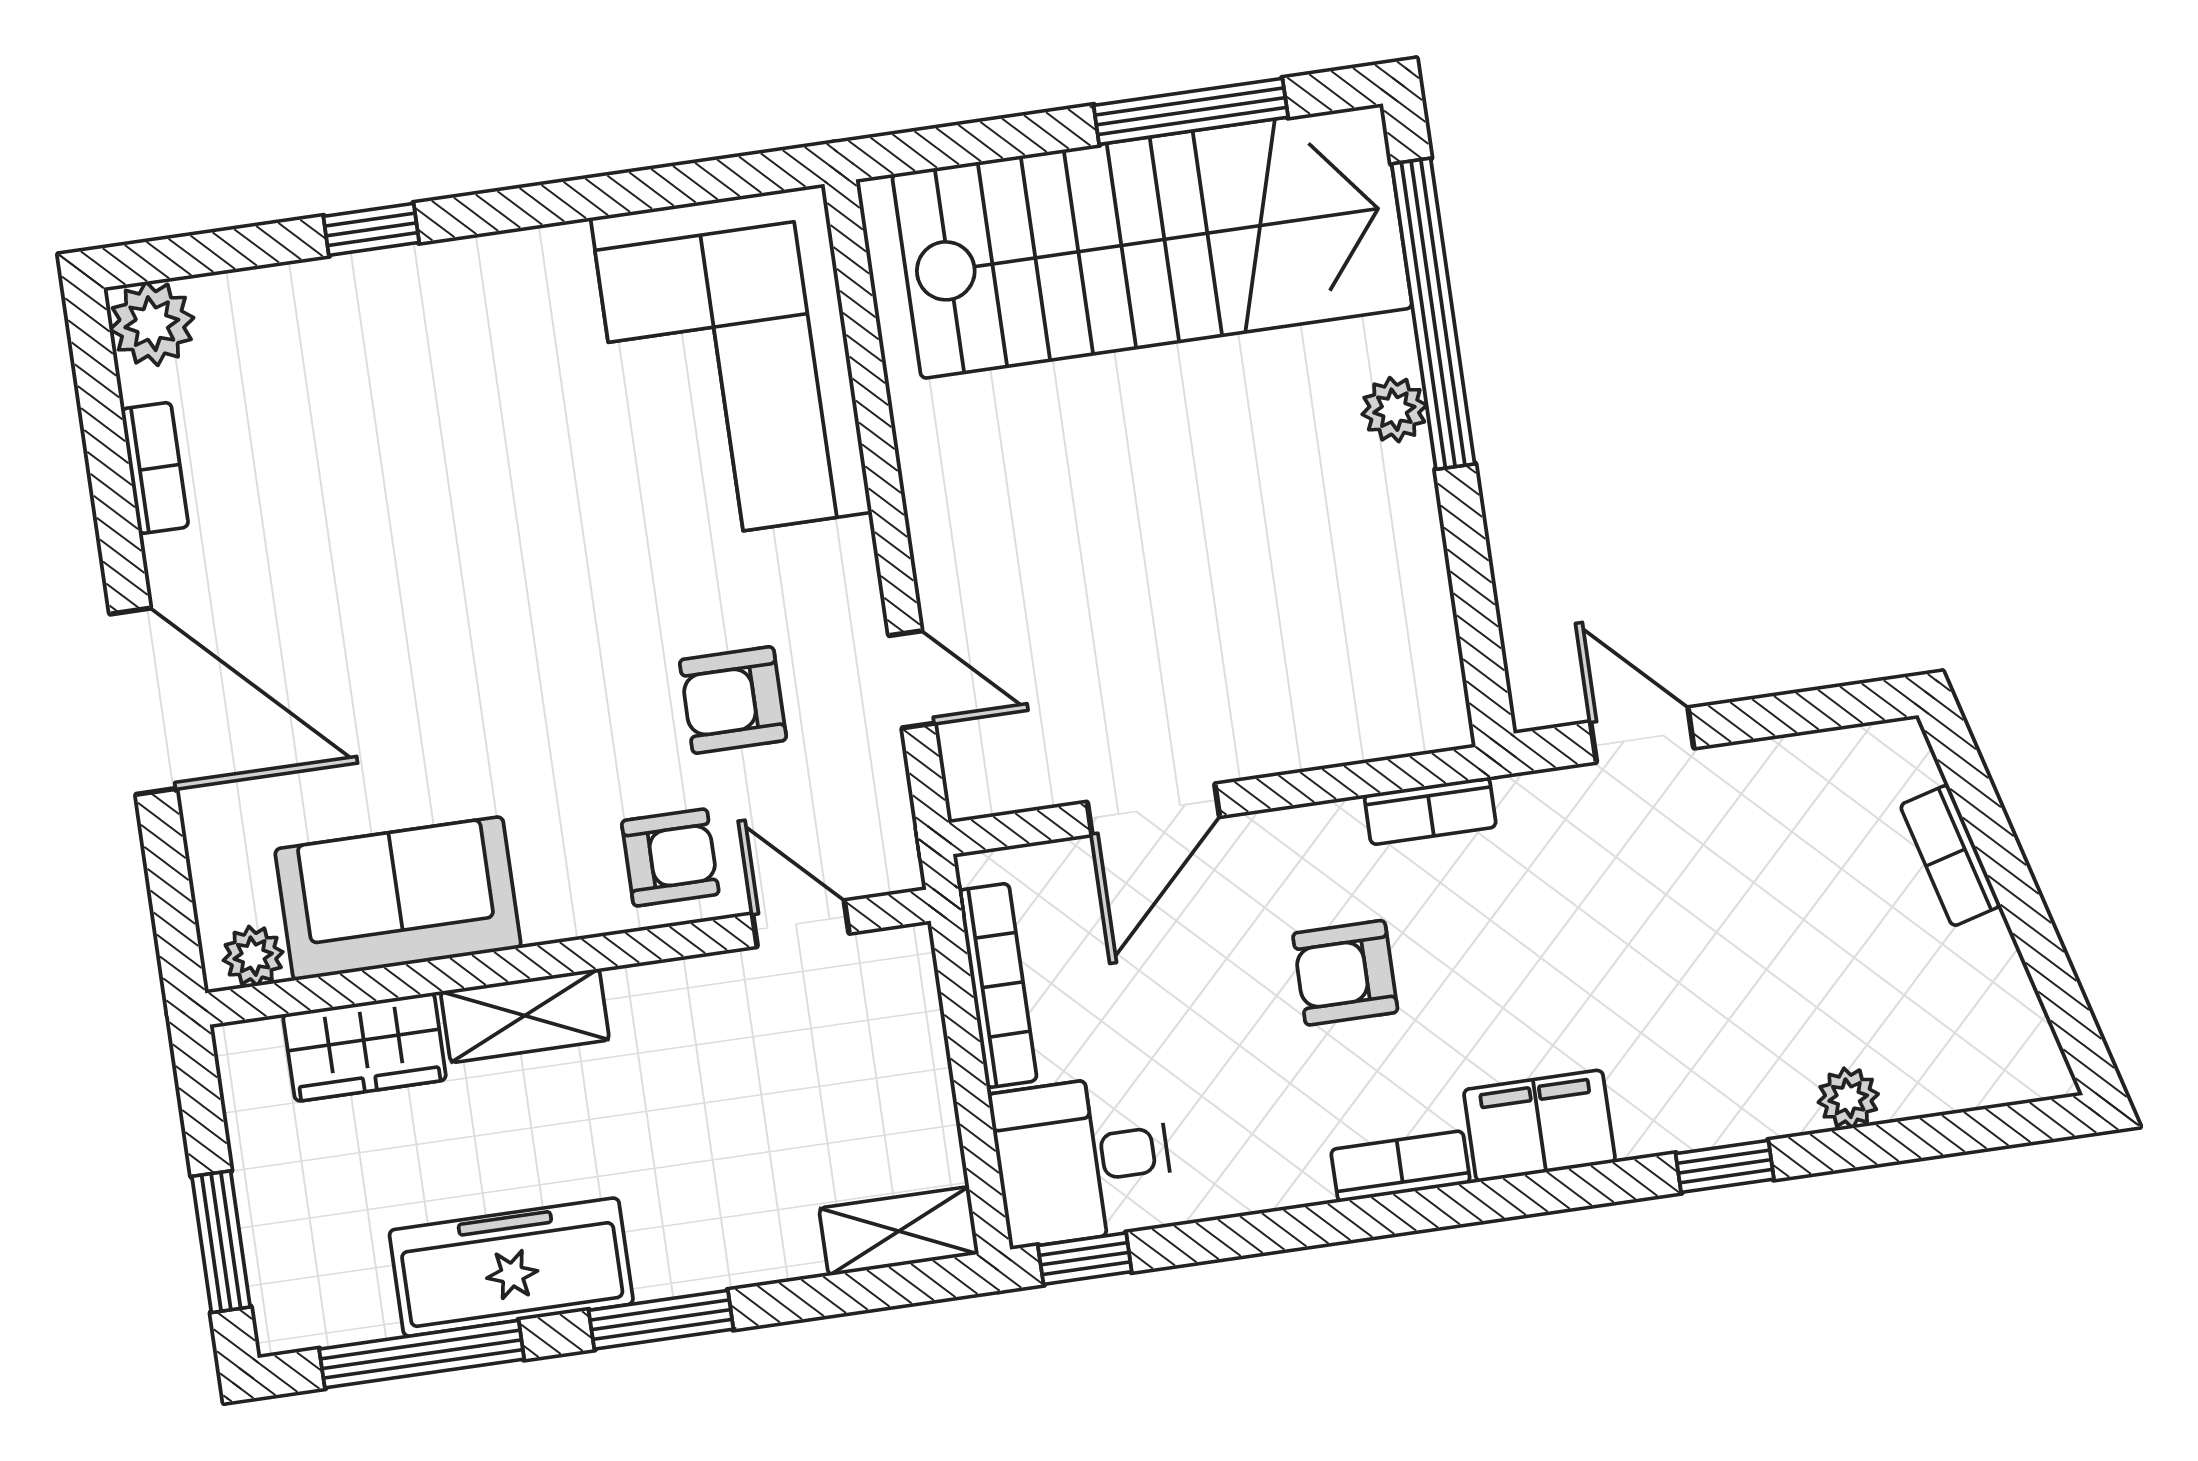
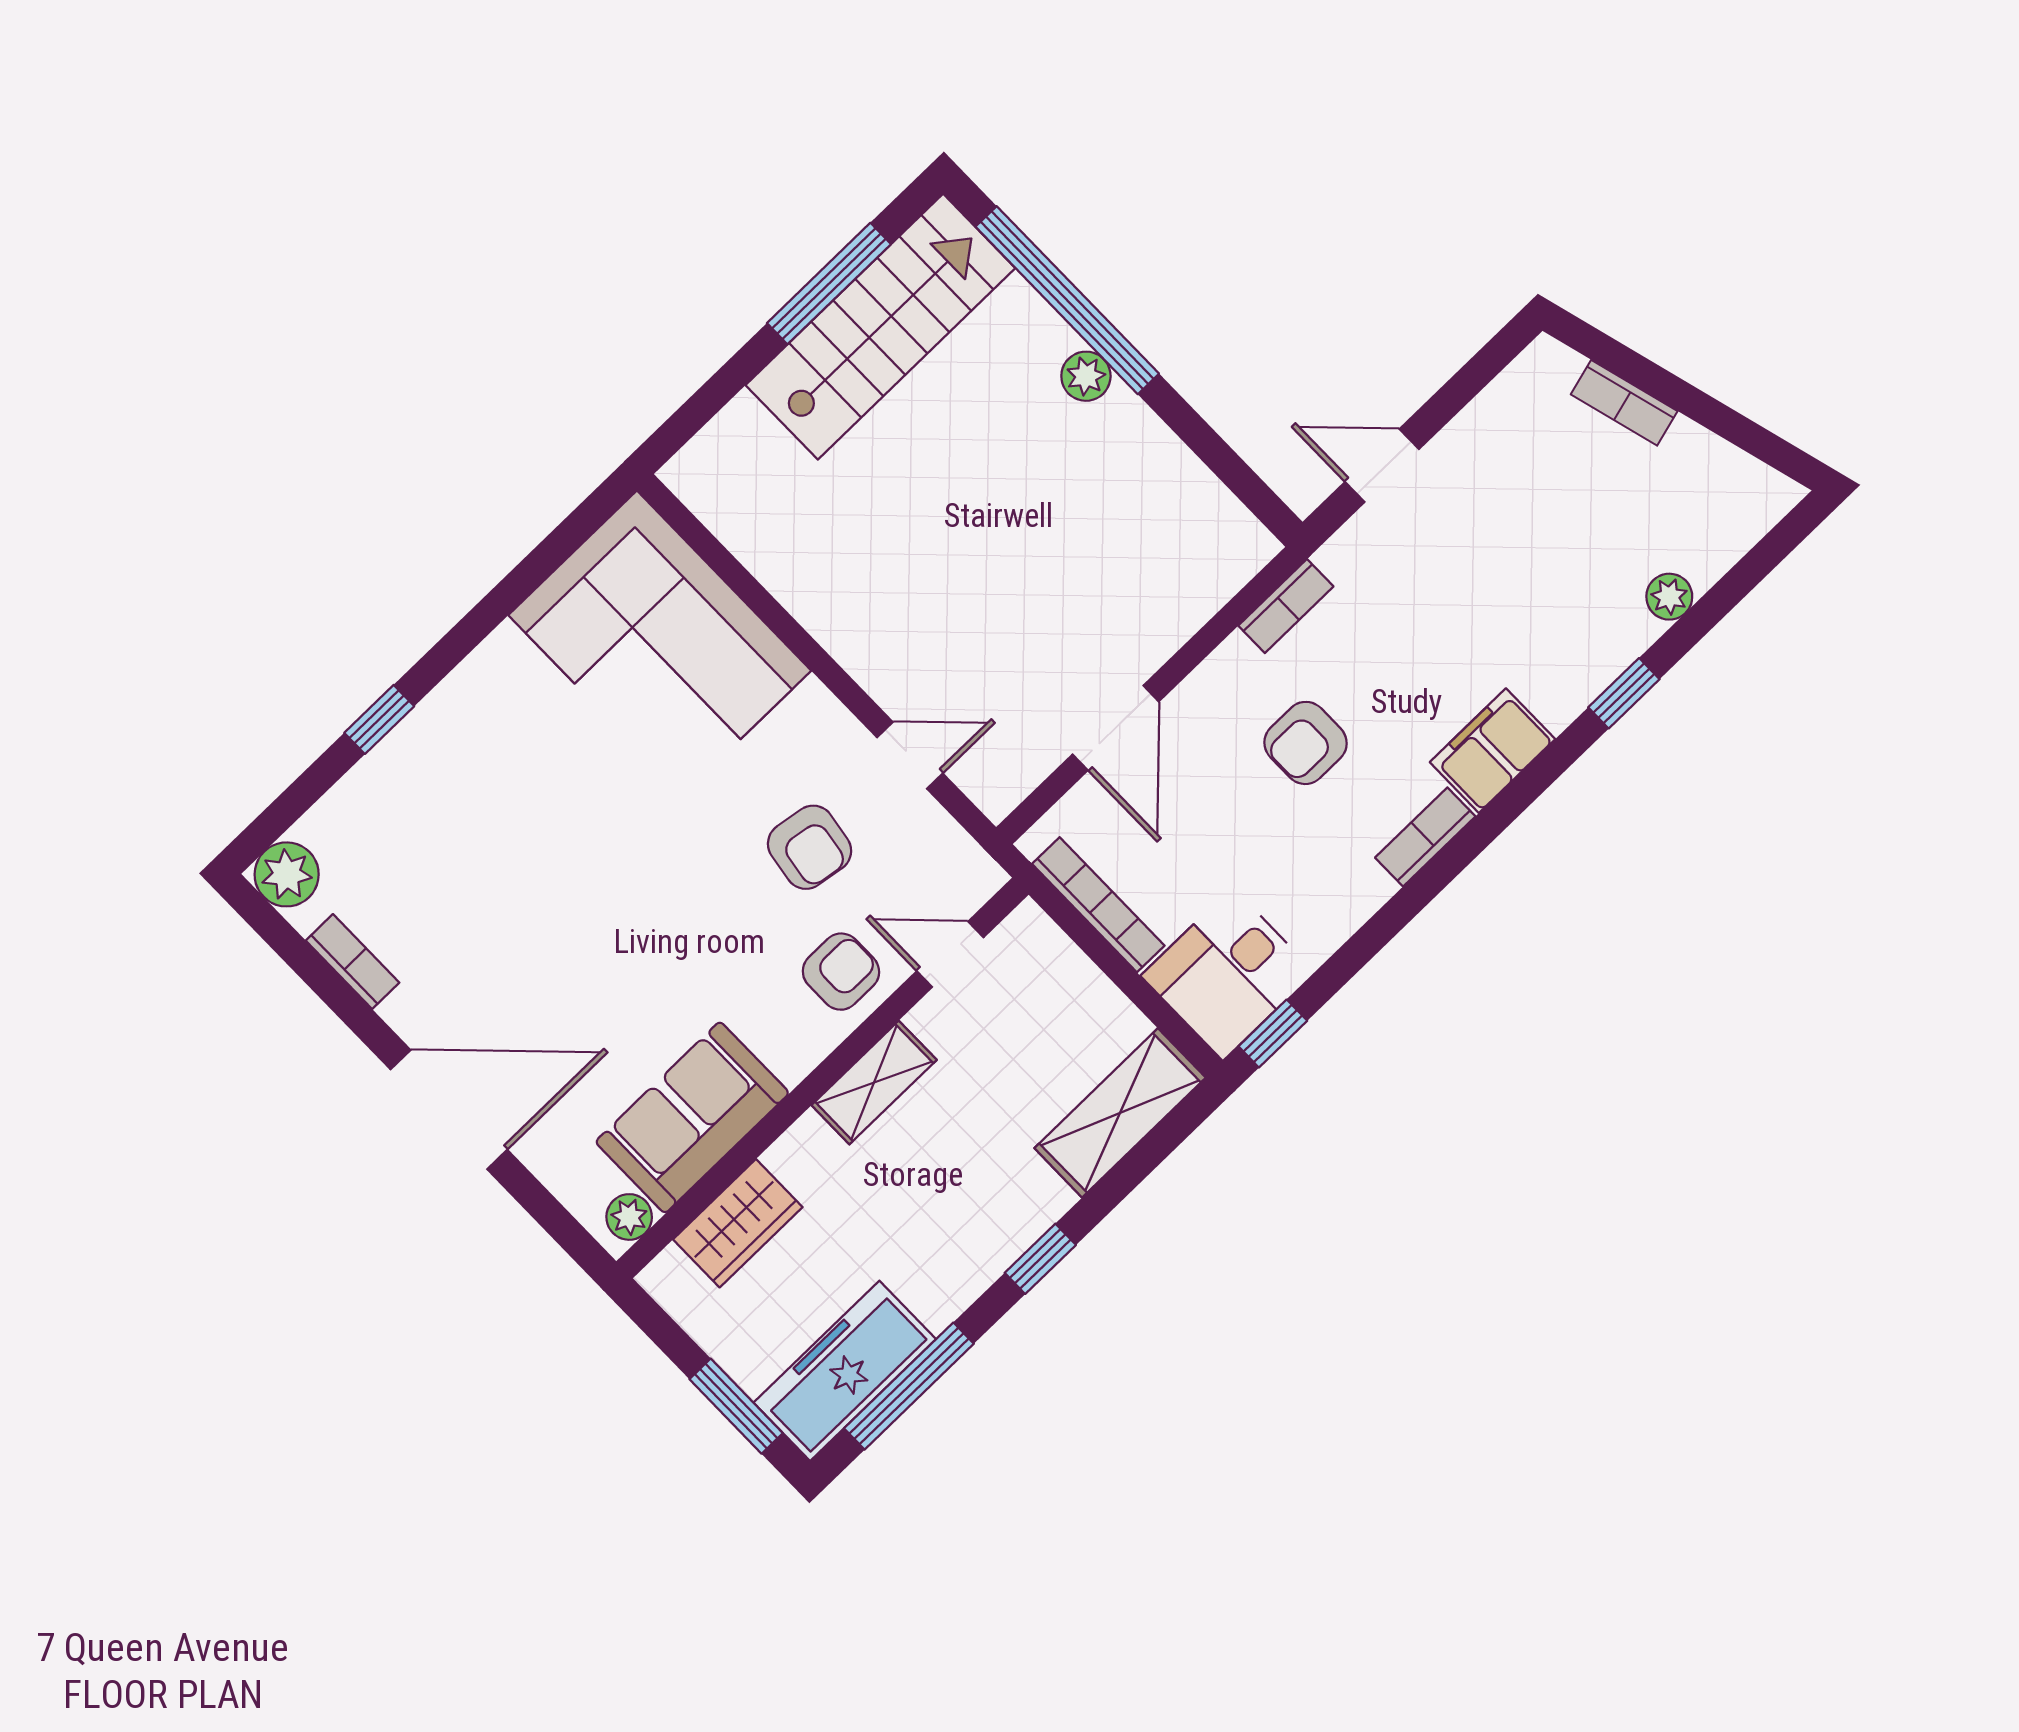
stairs: (1152, 241) -> (880, 327), width x0.73, depth x0.66
armchair: (733, 700) -> (810, 847), turned -81
shelving: (525, 1016) -> (874, 1082), moved
shelving: (899, 1231) -> (1120, 1113), width x1.50, depth x1.33
freezer: (511, 1267) -> (845, 1371), moved
window: (661, 1320) -> (1040, 1259), width x0.67

